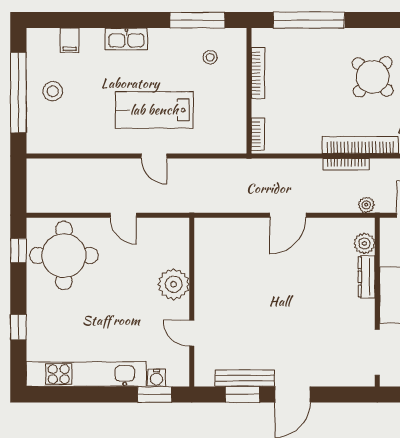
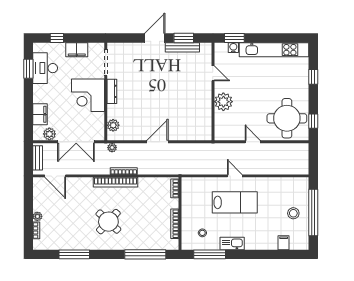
kitchen sink: (126, 39) -> (232, 244), moved
dresser: (367, 277) -> (112, 91), moved

